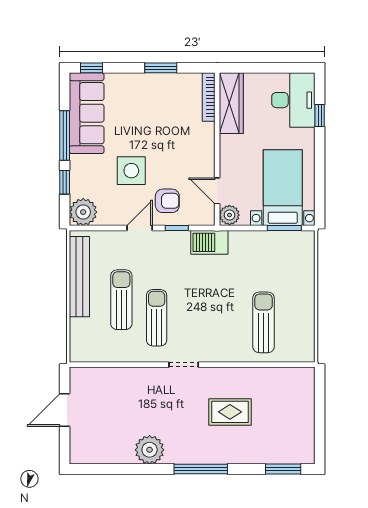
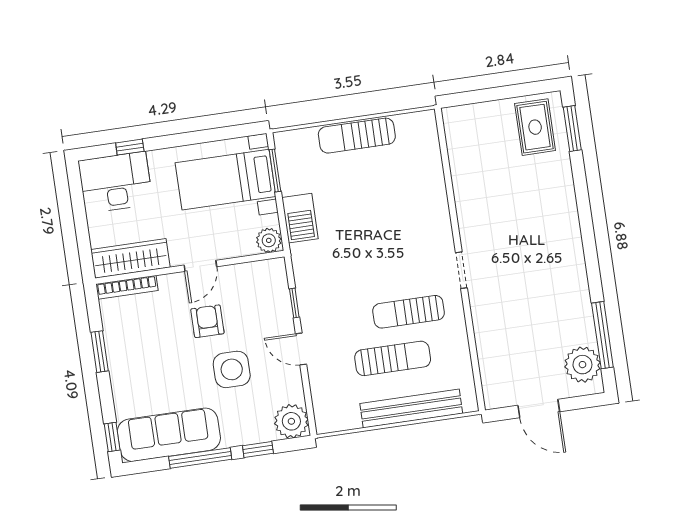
door: (217, 191) -> (200, 266), moved
armchair: (167, 201) -> (207, 321), moved
barbecue: (209, 242) -> (300, 218), moved
bench: (79, 277) -> (411, 408), moved
sun lounger: (121, 300) -> (393, 358), turned 180
sun lounger: (264, 322) -> (357, 136), moved
rug: (230, 412) -> (535, 127), moved
plant: (150, 450) -> (582, 365), moved
window: (201, 469) -> (602, 335), moved

